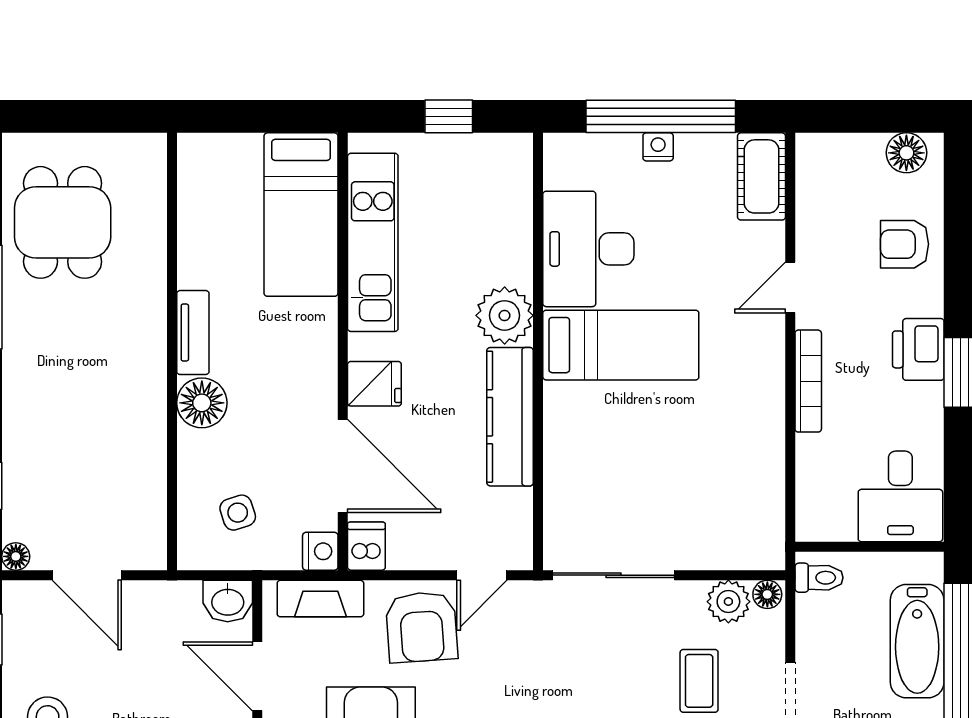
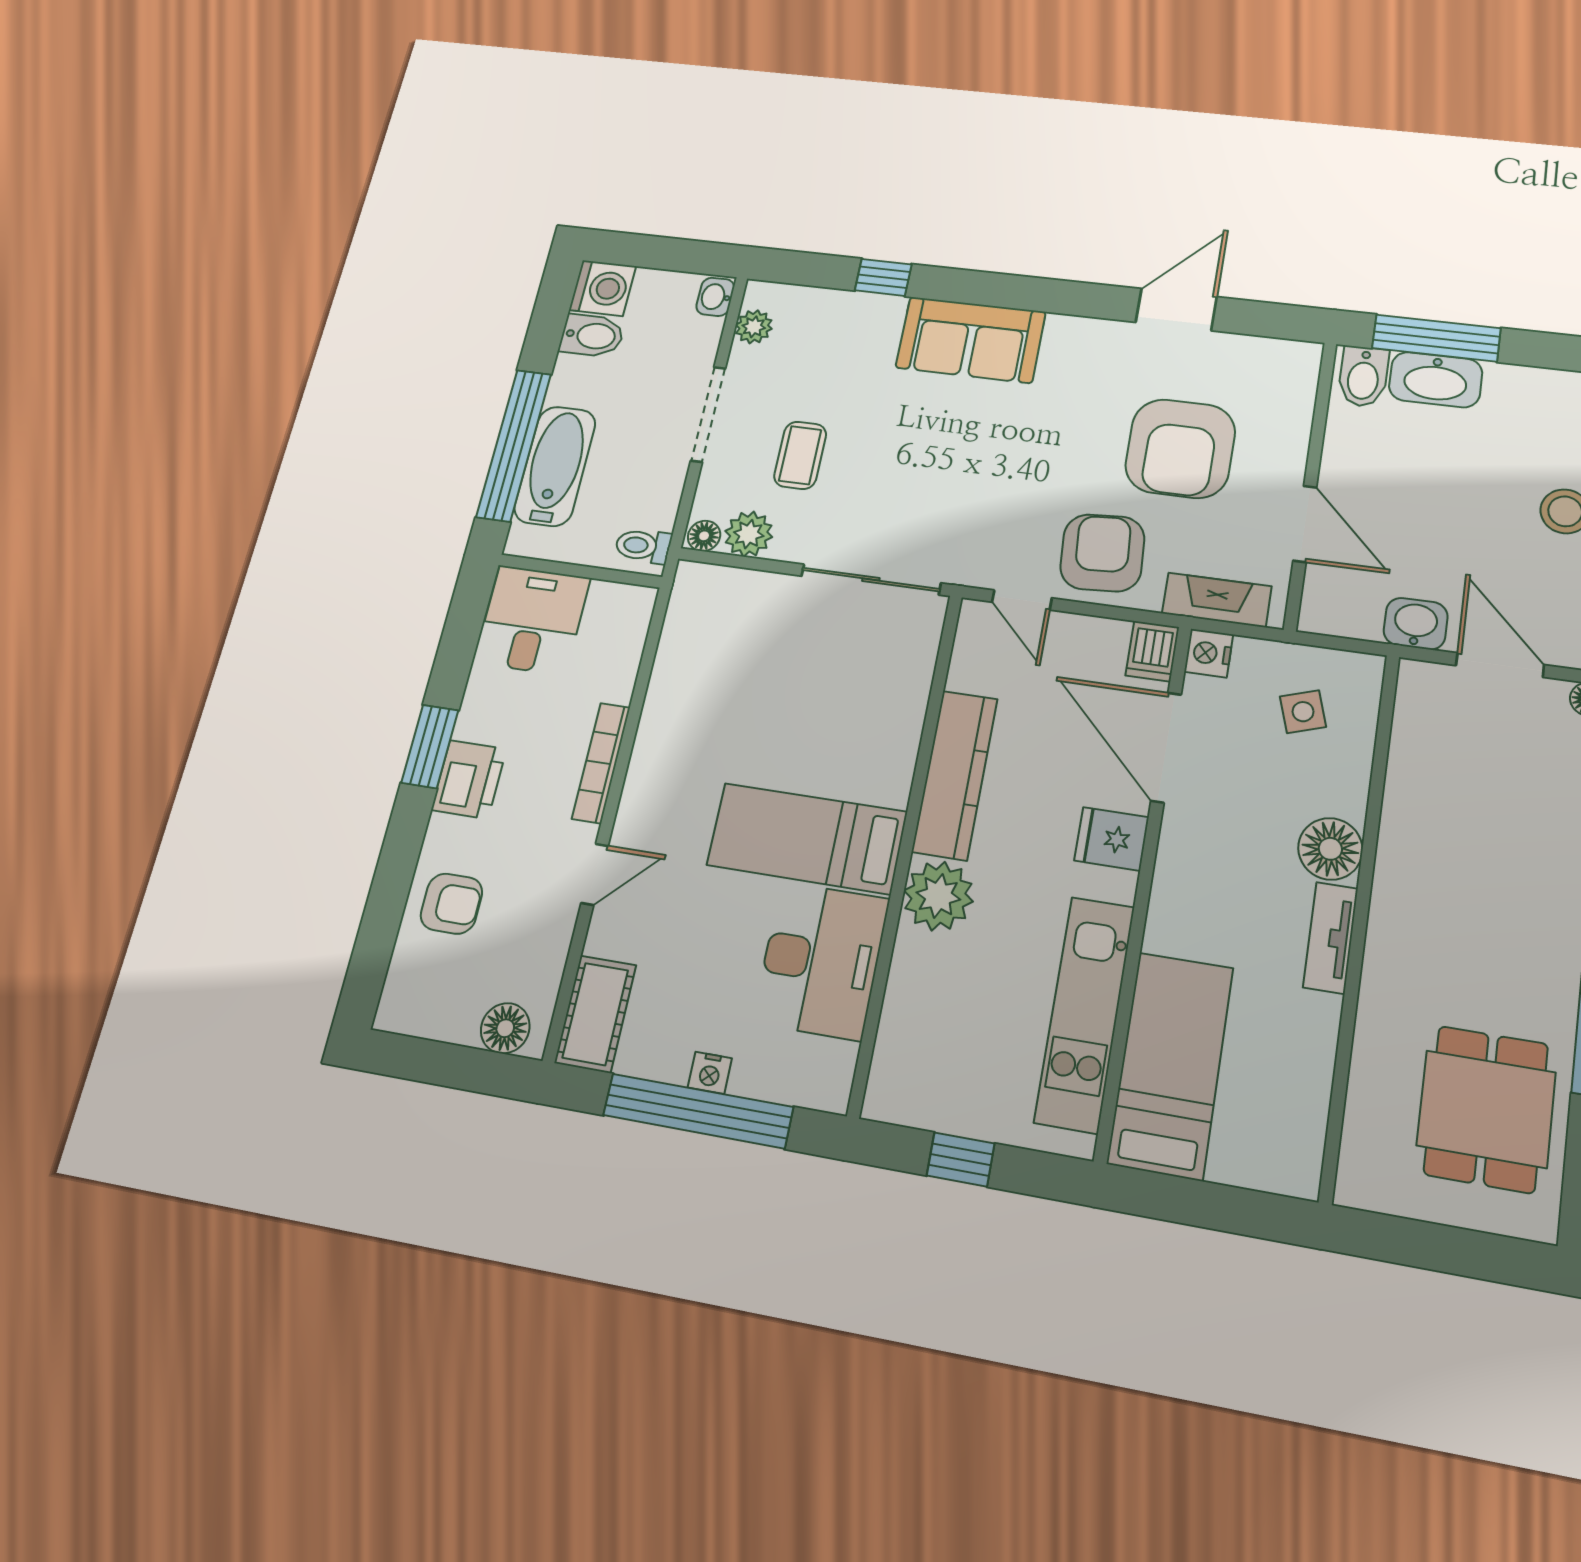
floor lamp: (906, 153) -> (505, 1028), moved
door: (482, 575) -> (1022, 600), swing flipped
washbasin: (228, 601) -> (1416, 624), moved

